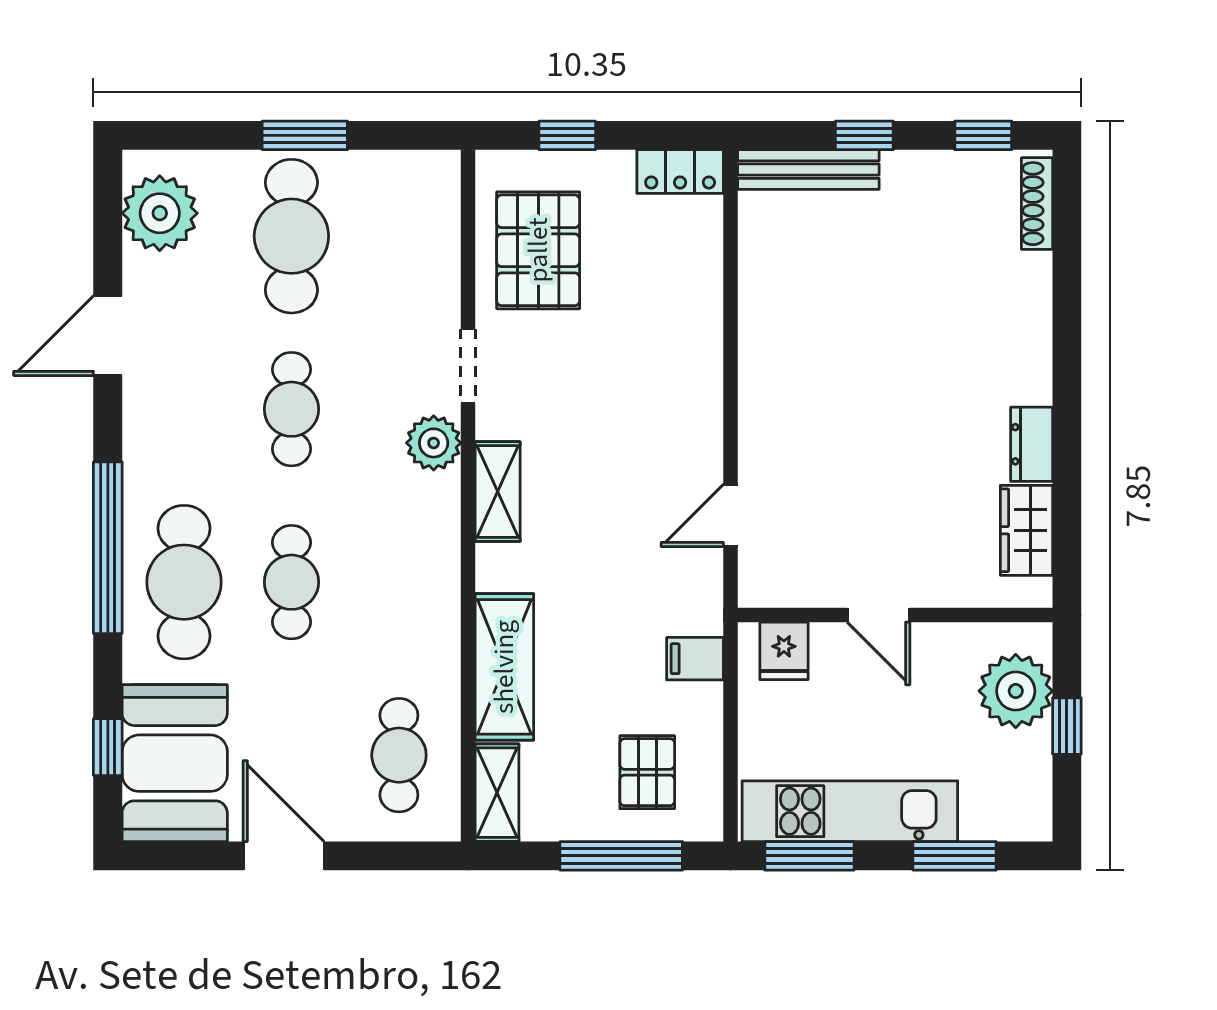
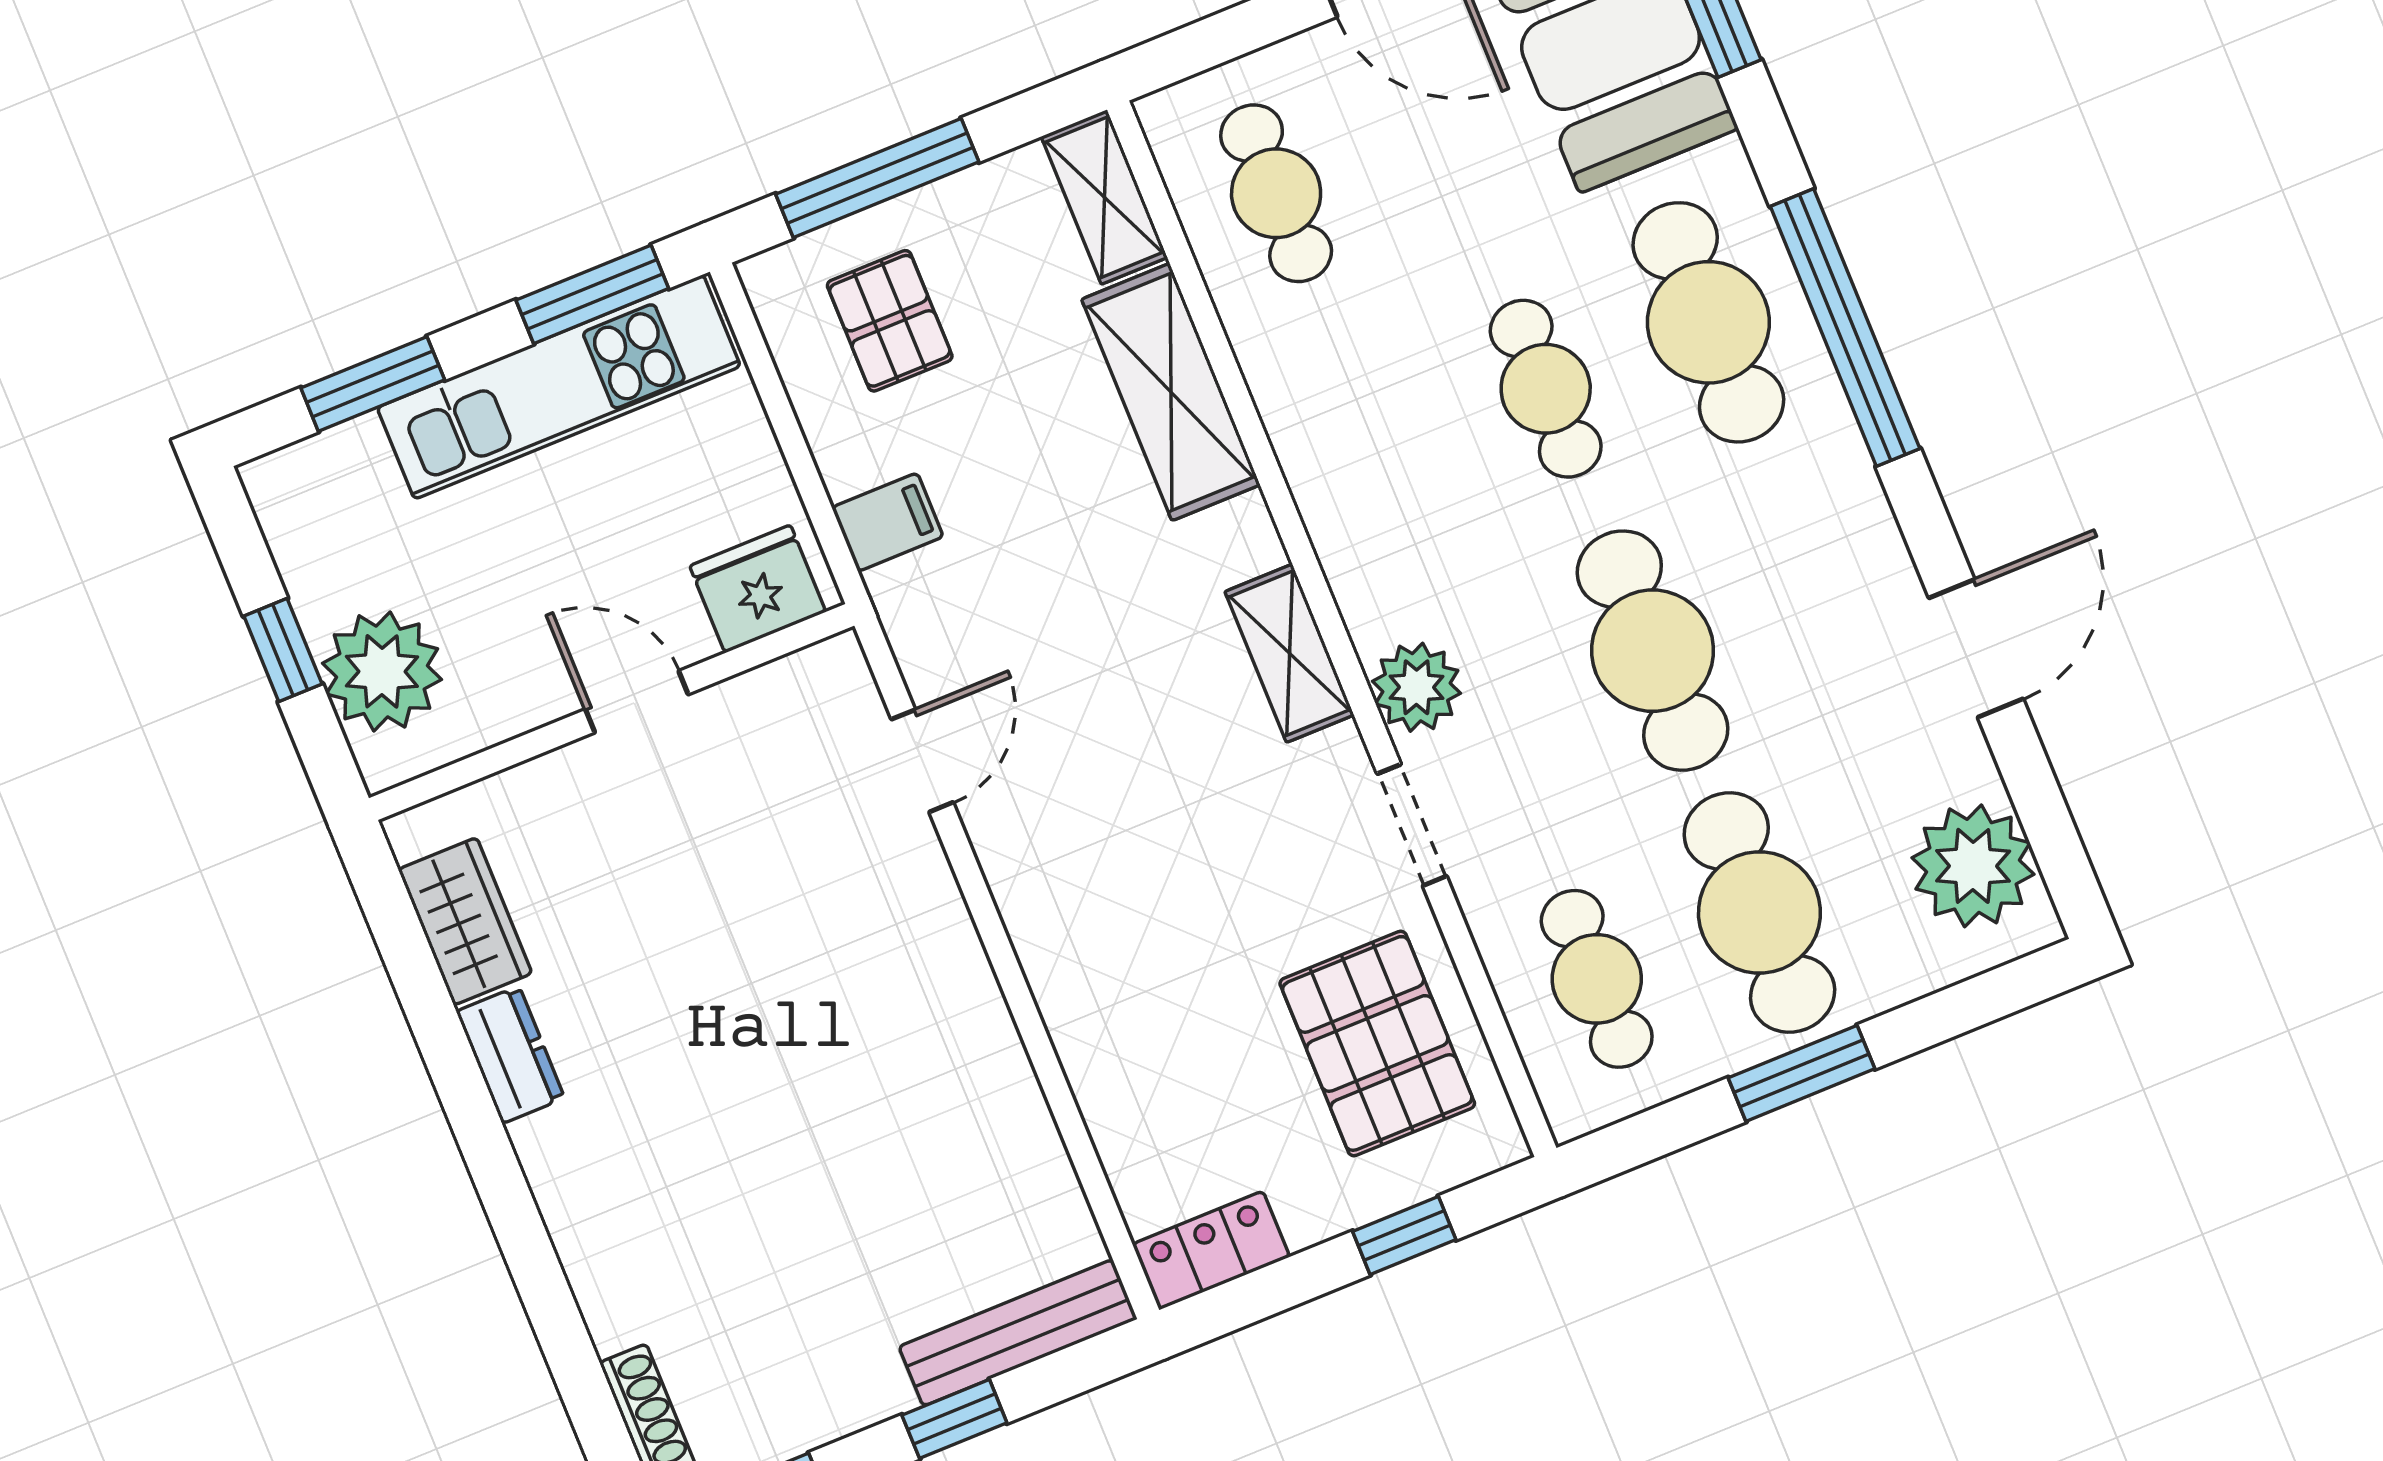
cafe table: (399, 236) -> (1597, 979), added
cafe table: (291, 409) -> (1653, 651), width x1.37, depth x1.35
fridge: (784, 651) -> (758, 589), width x1.38

